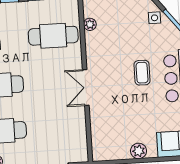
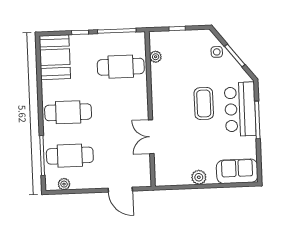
coffee table: (142, 73) -> (204, 103), width x1.36, depth x1.30
double door: (86, 87) -> (151, 137), moved

